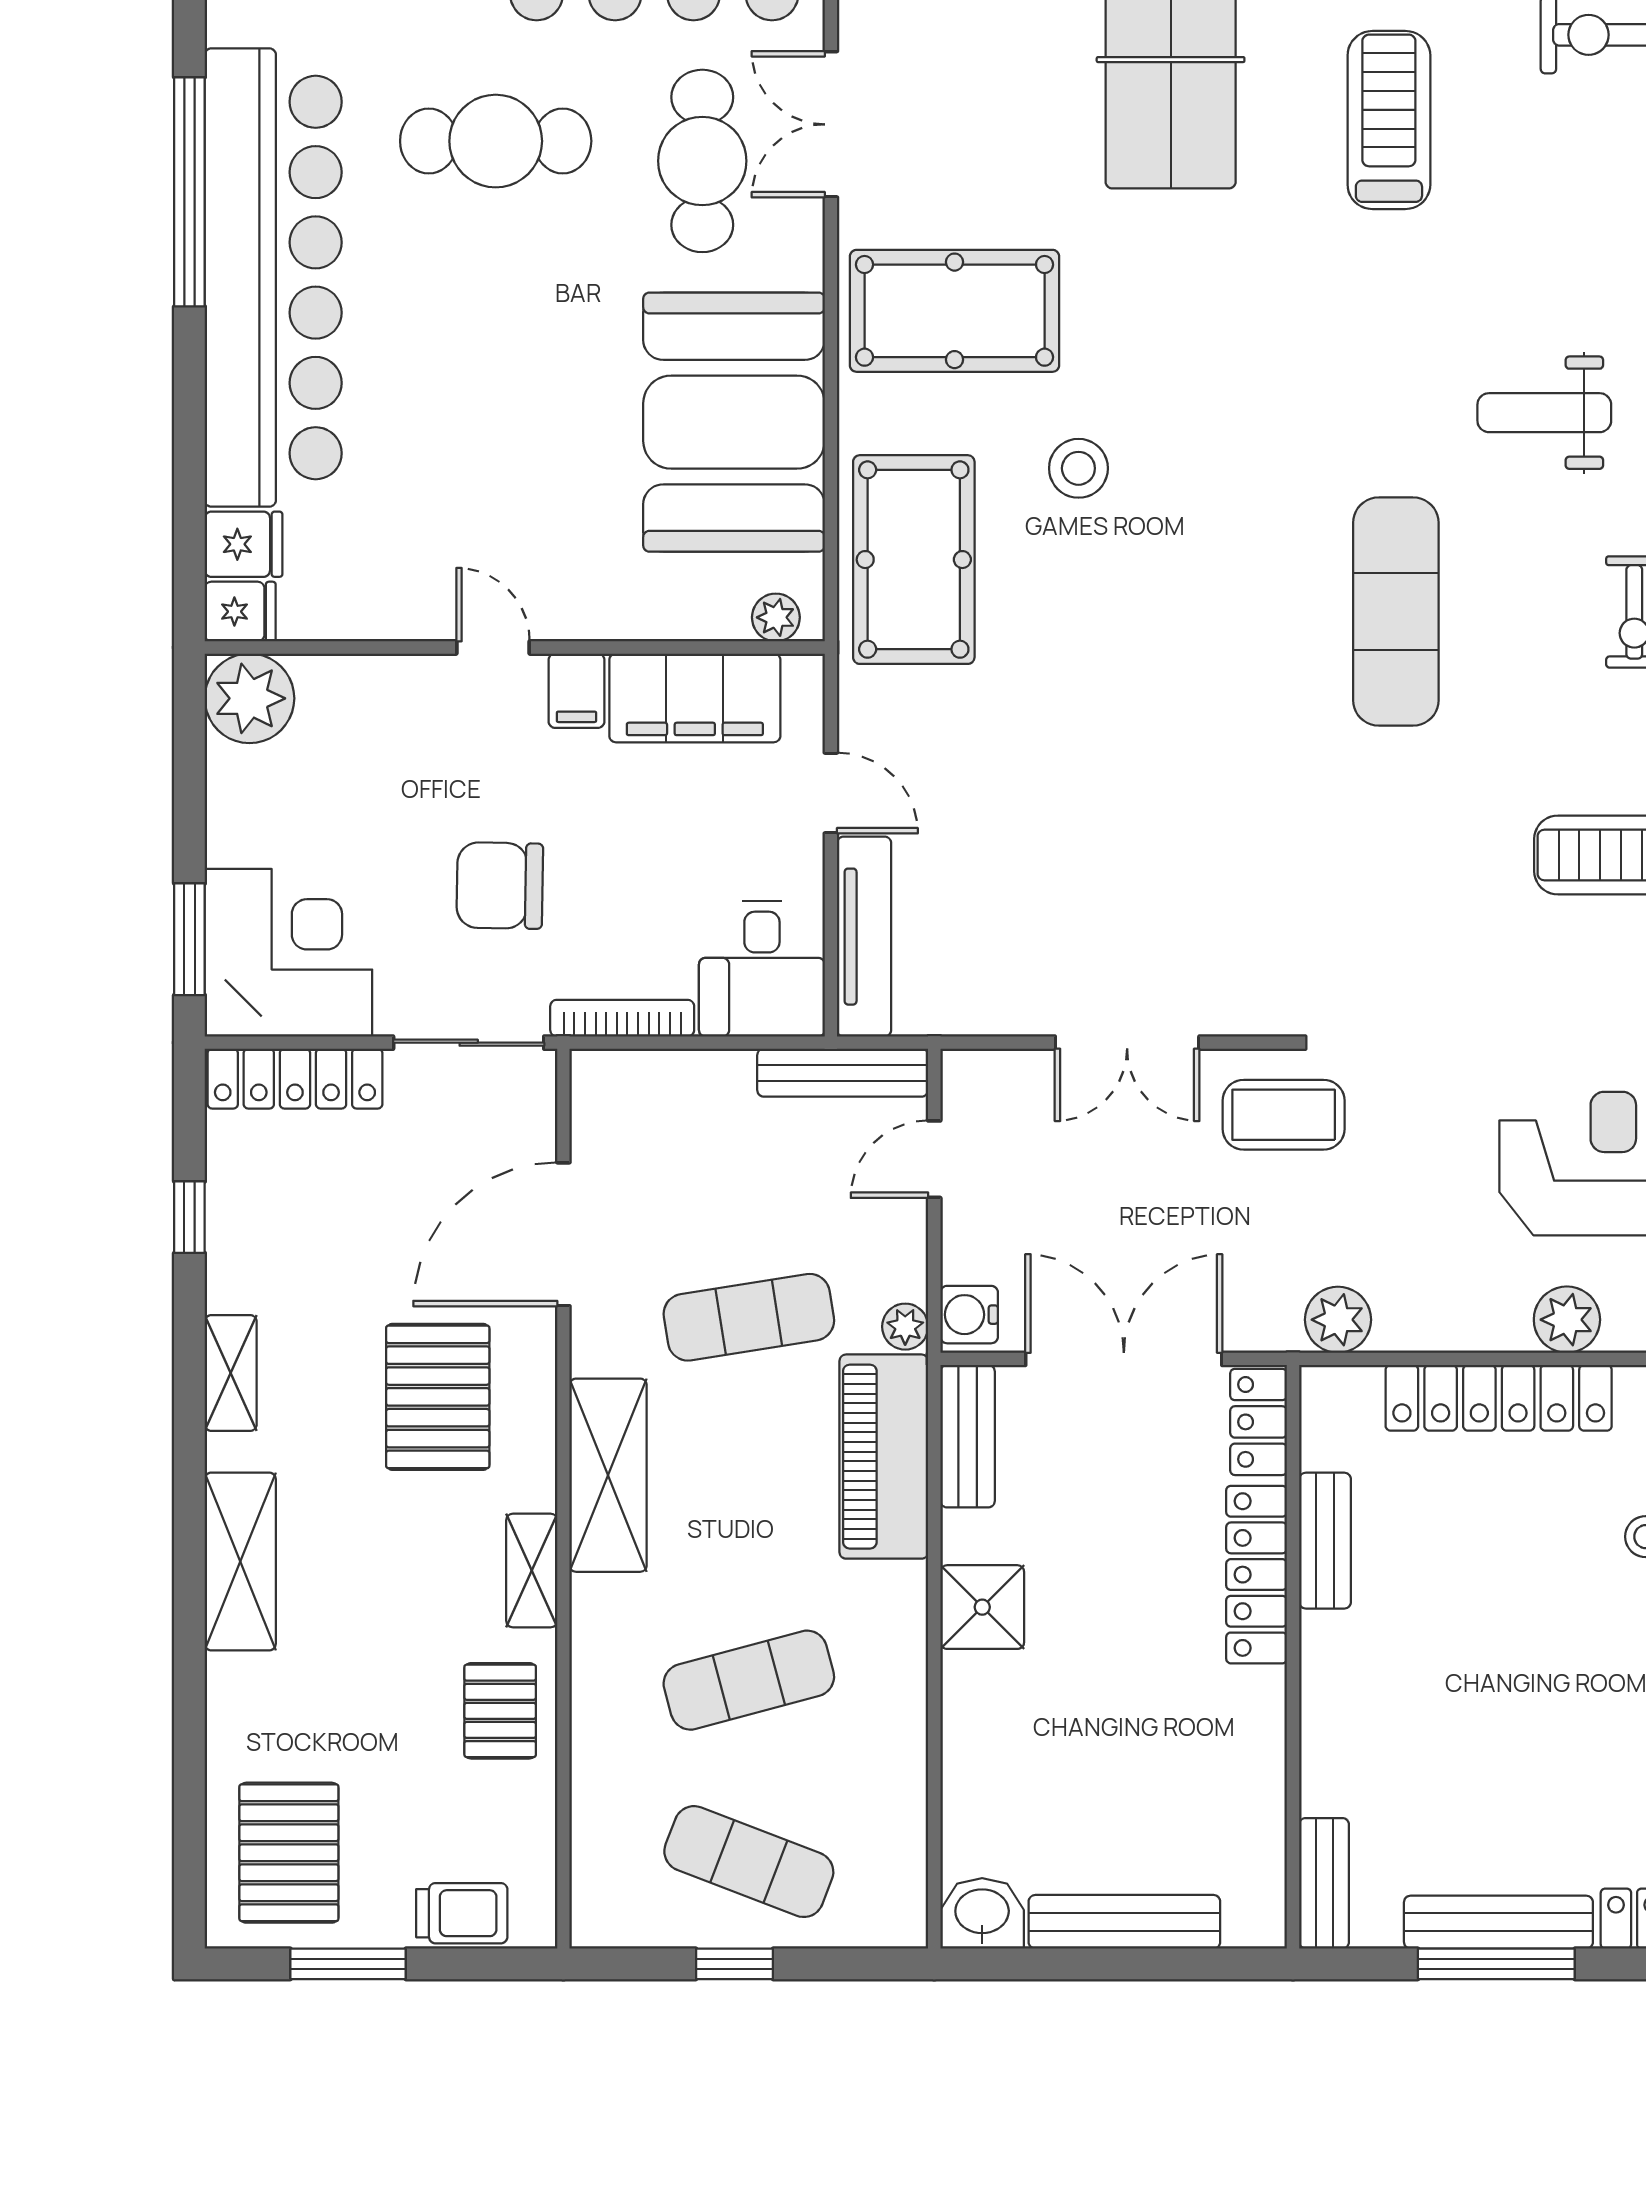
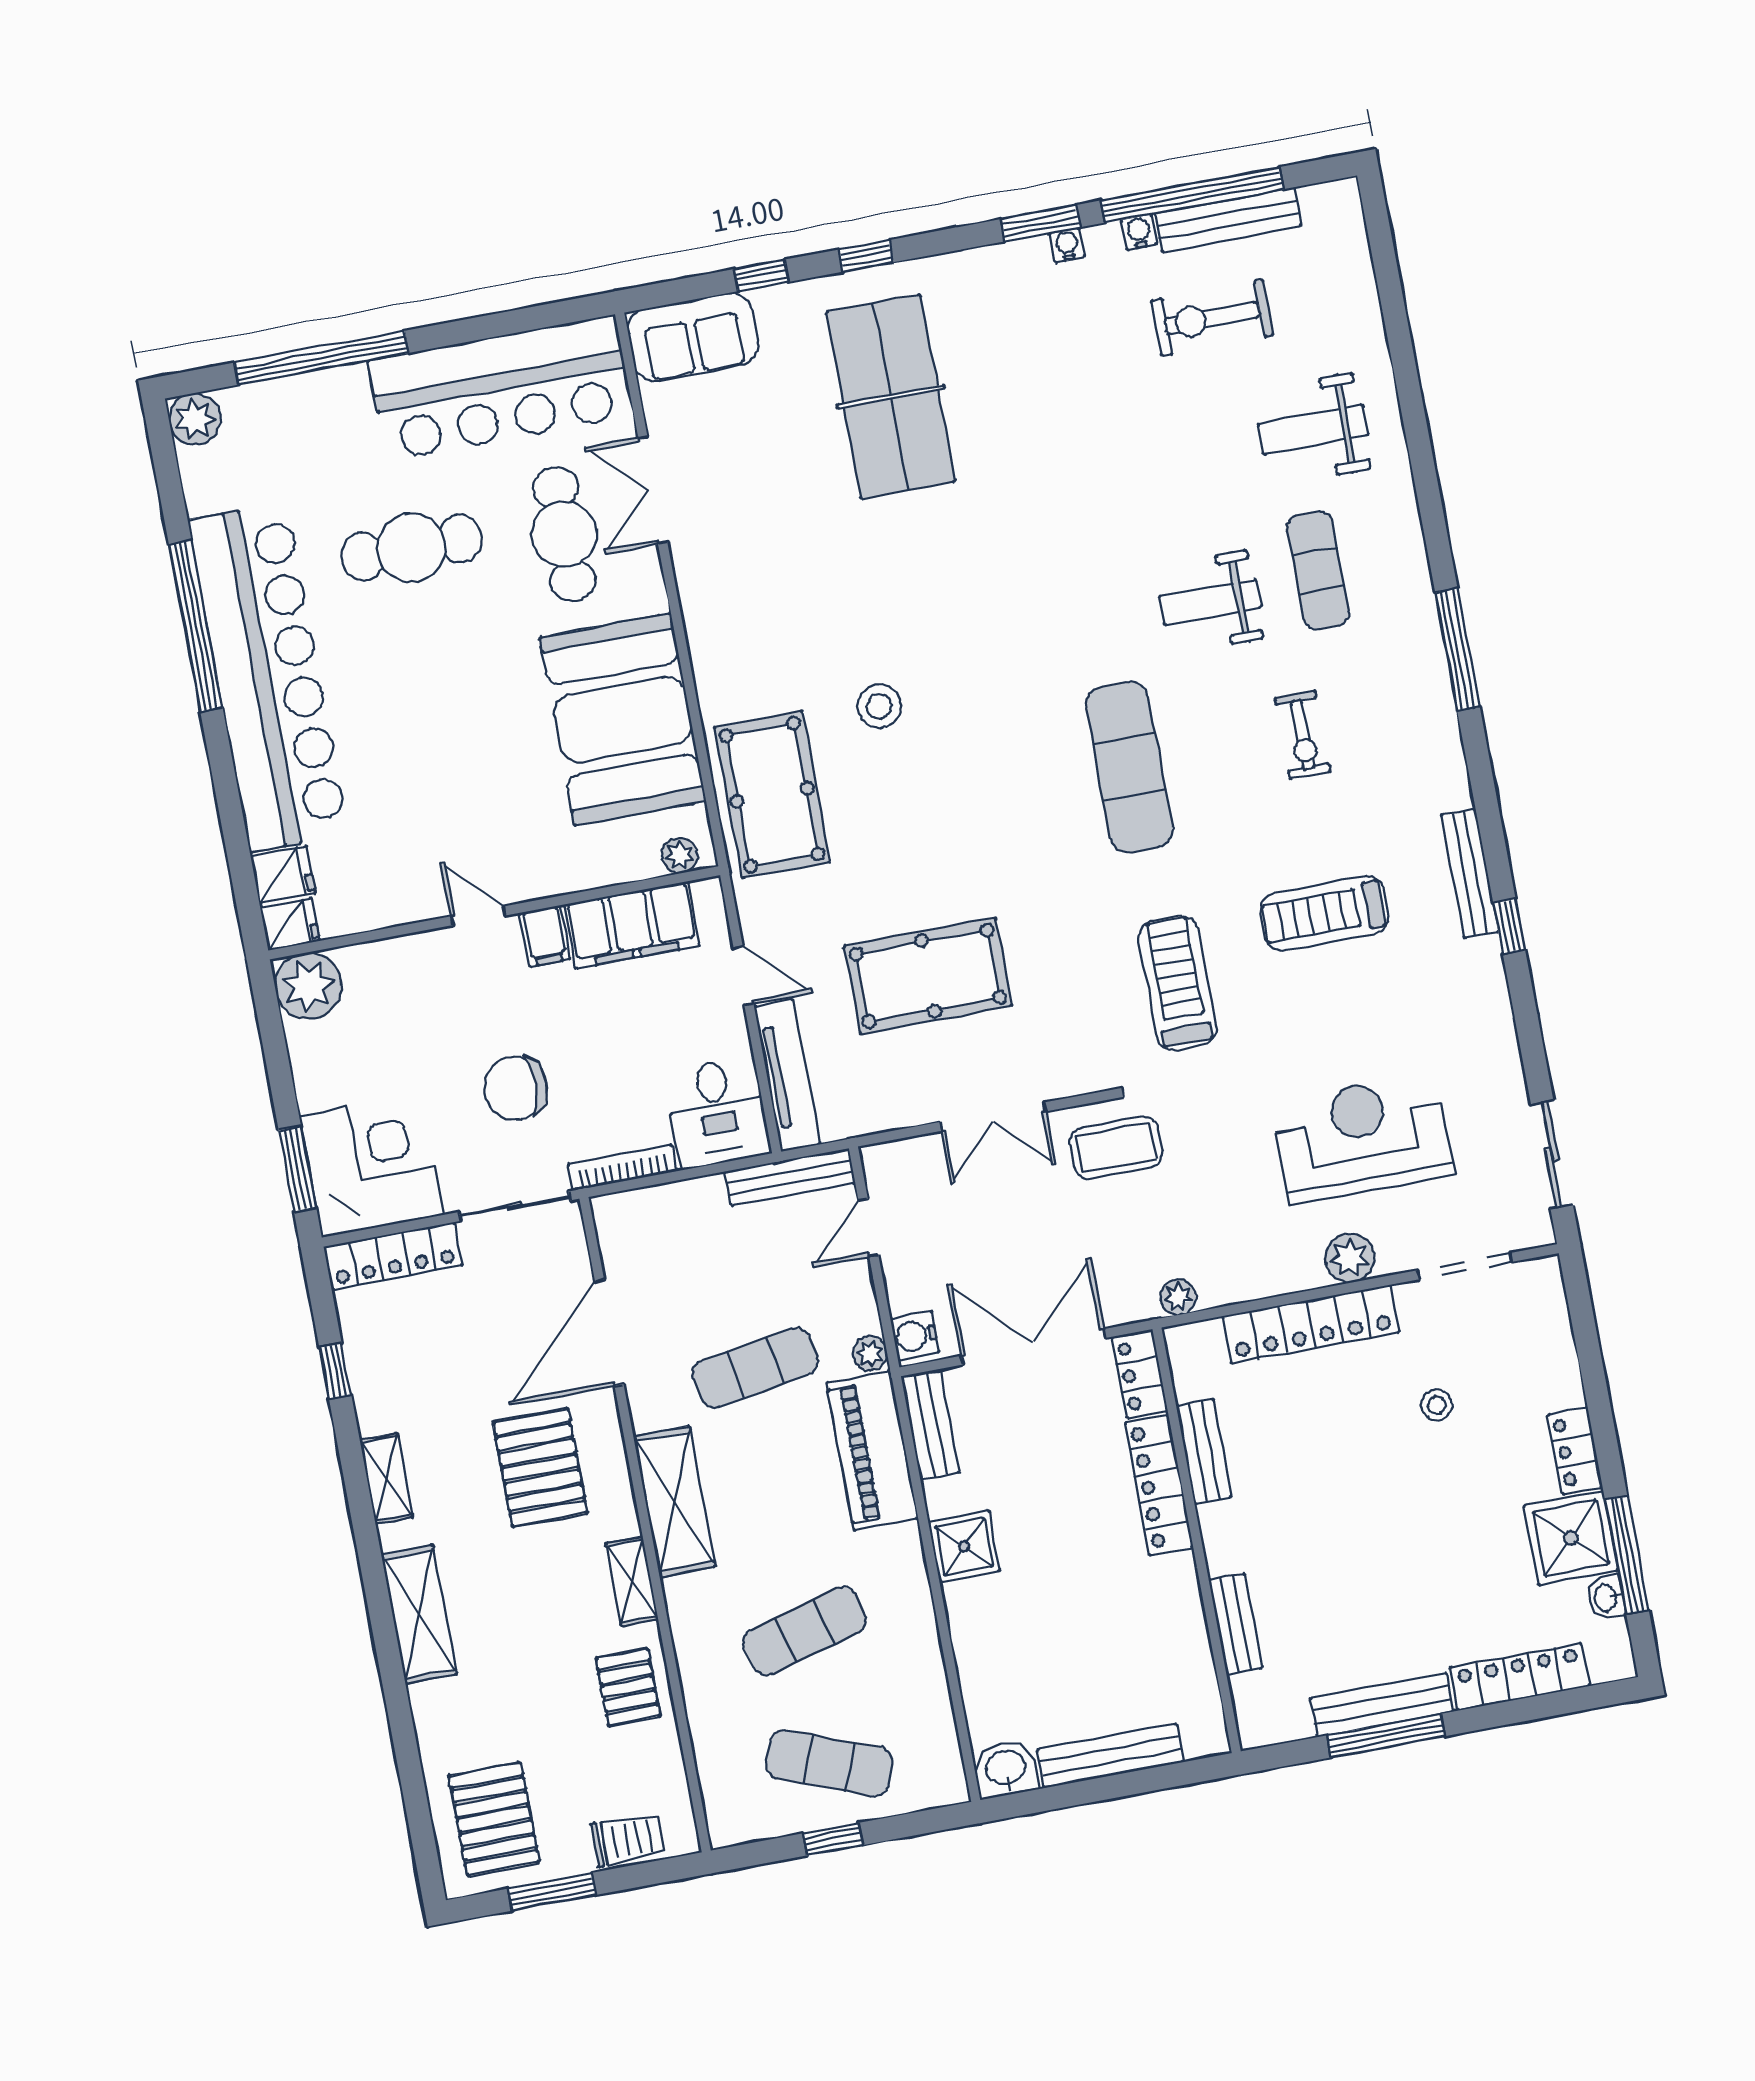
treadmill: (1389, 120) -> (1178, 983), moved
pool table: (955, 311) -> (928, 976), moved
plant: (1338, 1320) -> (1178, 1297), width x0.73, depth x0.73
bench: (1324, 1883) -> (1236, 1624), moved

